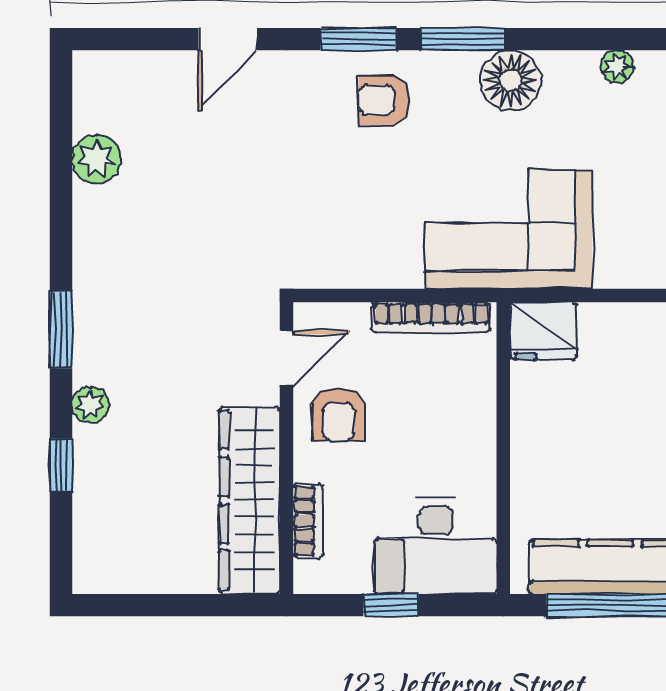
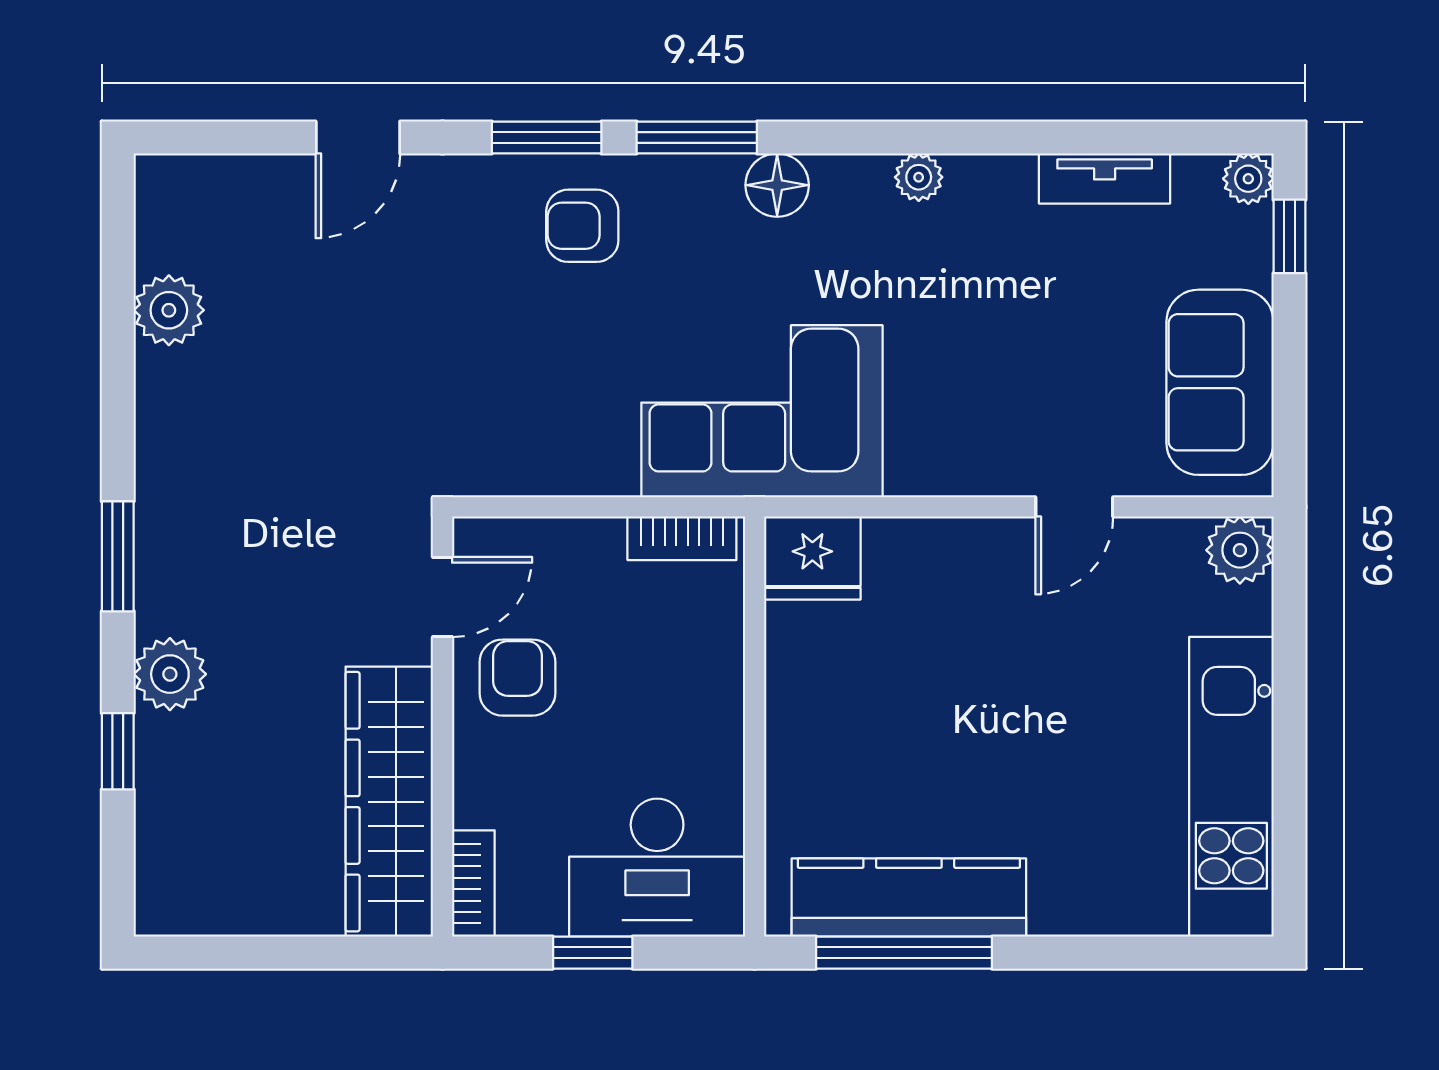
floor lamp: (511, 80) -> (777, 185), width x0.73, depth x0.73
bookcase: (431, 317) -> (682, 538), width x0.64
plant: (90, 405) -> (170, 674), width x1.38, depth x1.38
armchair: (339, 414) -> (517, 678), turned 180
bookcase: (308, 521) -> (473, 884), moved

